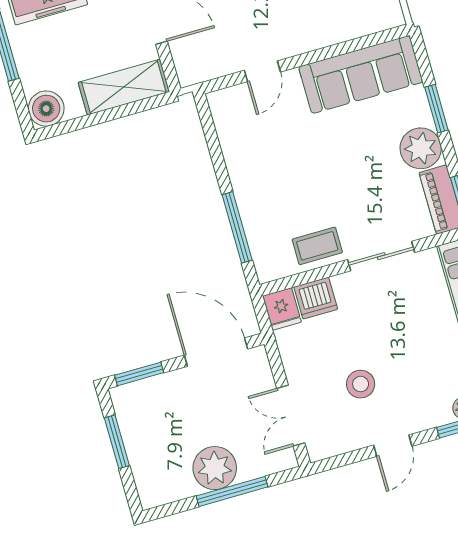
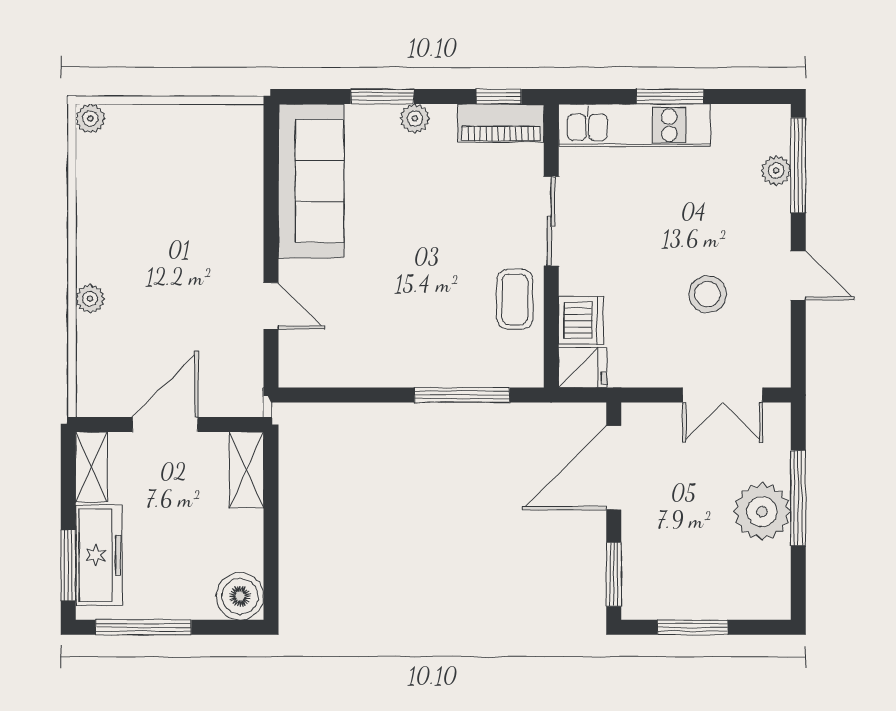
shelving: (124, 87) -> (247, 470), width x0.67, depth x0.75
plant: (421, 148) -> (415, 118), width x0.53, depth x0.53

